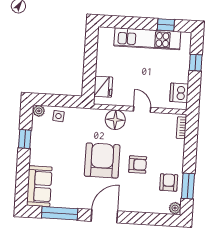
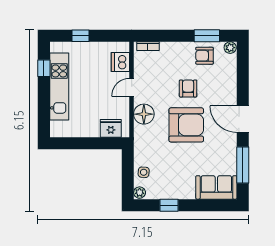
dishwasher: (179, 93) -> (120, 62), moved, turned 90
armchair: (102, 160) -> (186, 125), turned 180

